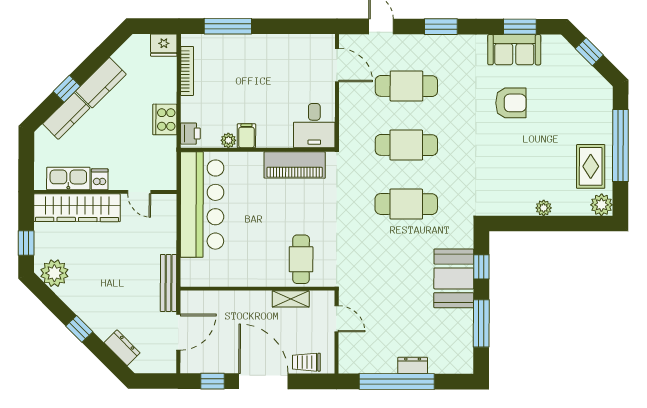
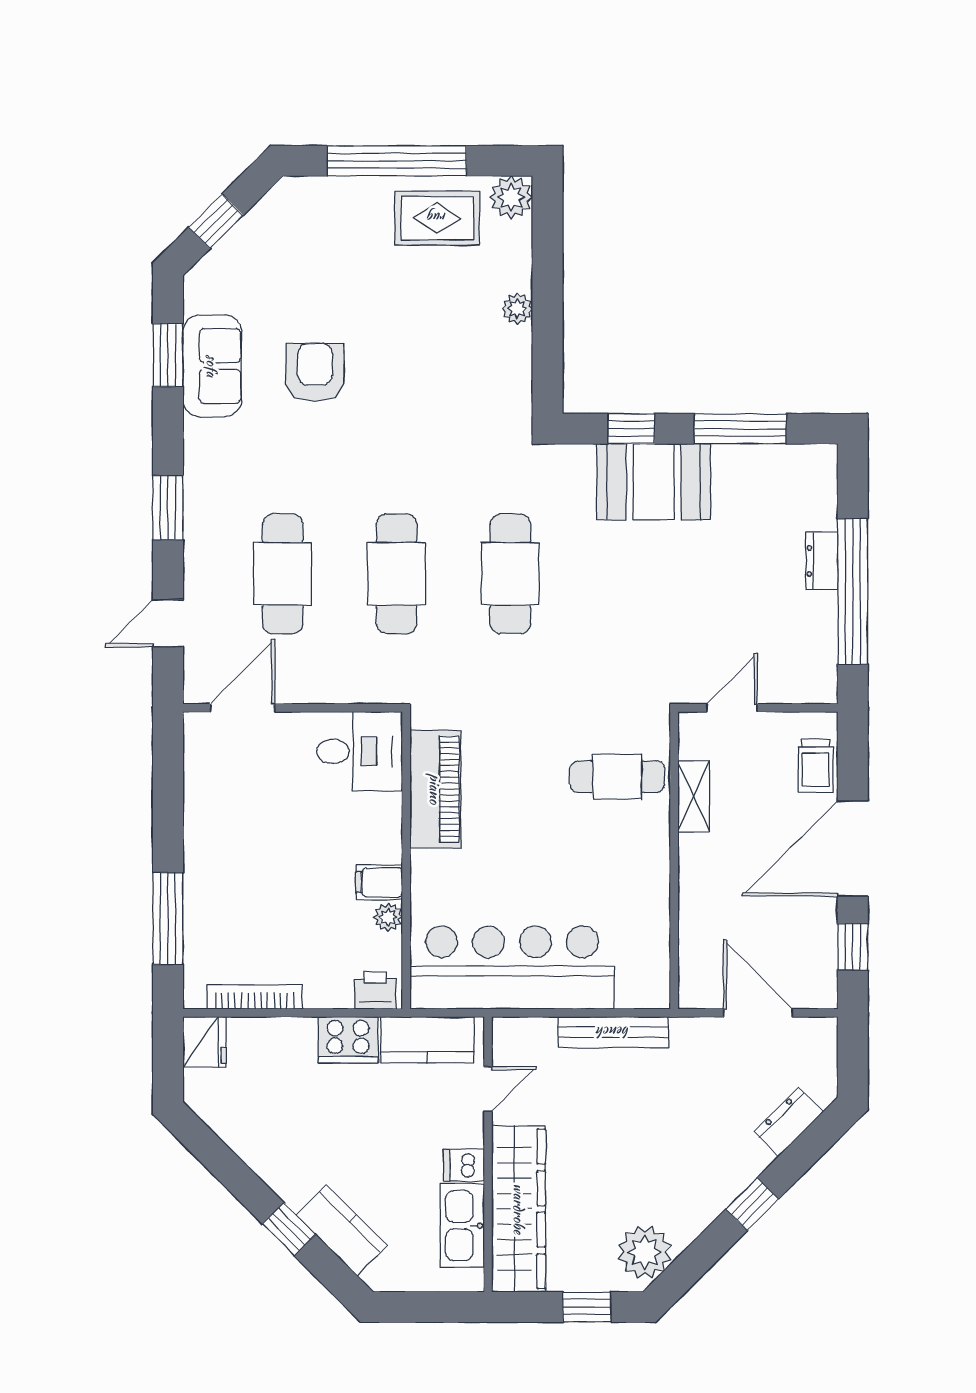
kitchen counter: (101, 83) -> (427, 1040), moved, turned 135
bench: (168, 283) -> (613, 1032), moved

